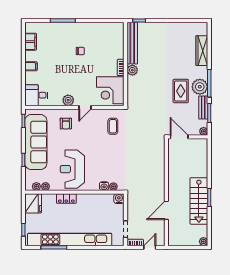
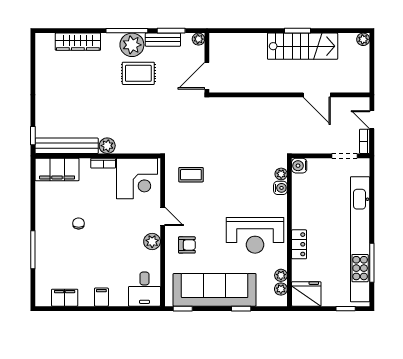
filing cabinet: (116, 37) -> (57, 169), added

